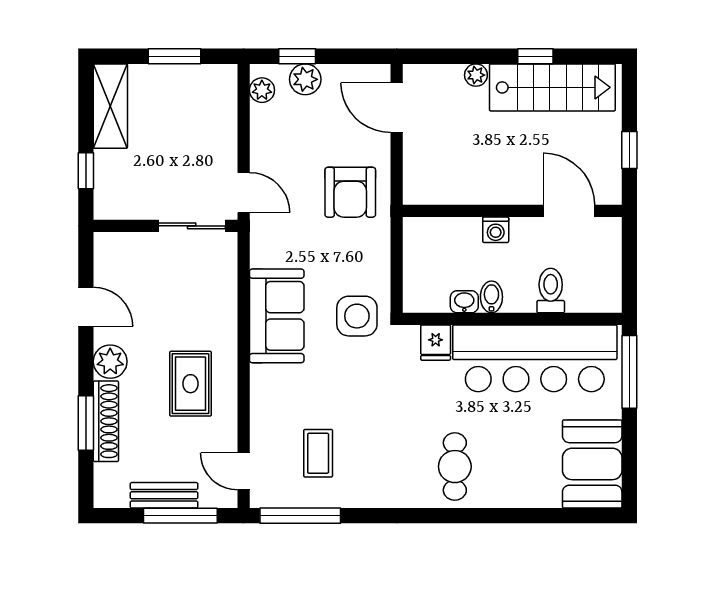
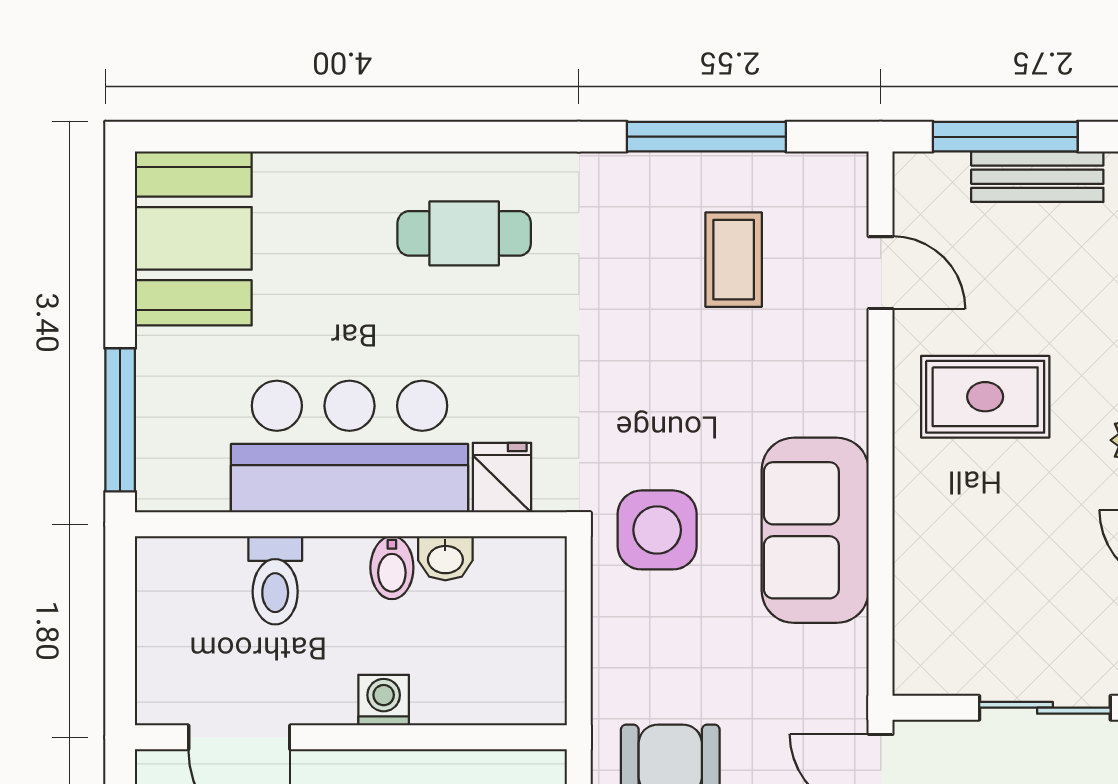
sliding door: (192, 226) -> (1045, 708), moved
bar counter: (535, 358) -> (350, 447), width x0.73
rug: (190, 384) -> (985, 397), turned 90
cafe table: (455, 467) -> (464, 233), turned 90
door: (244, 471) -> (881, 273), moved
window: (300, 516) -> (706, 137), moved

